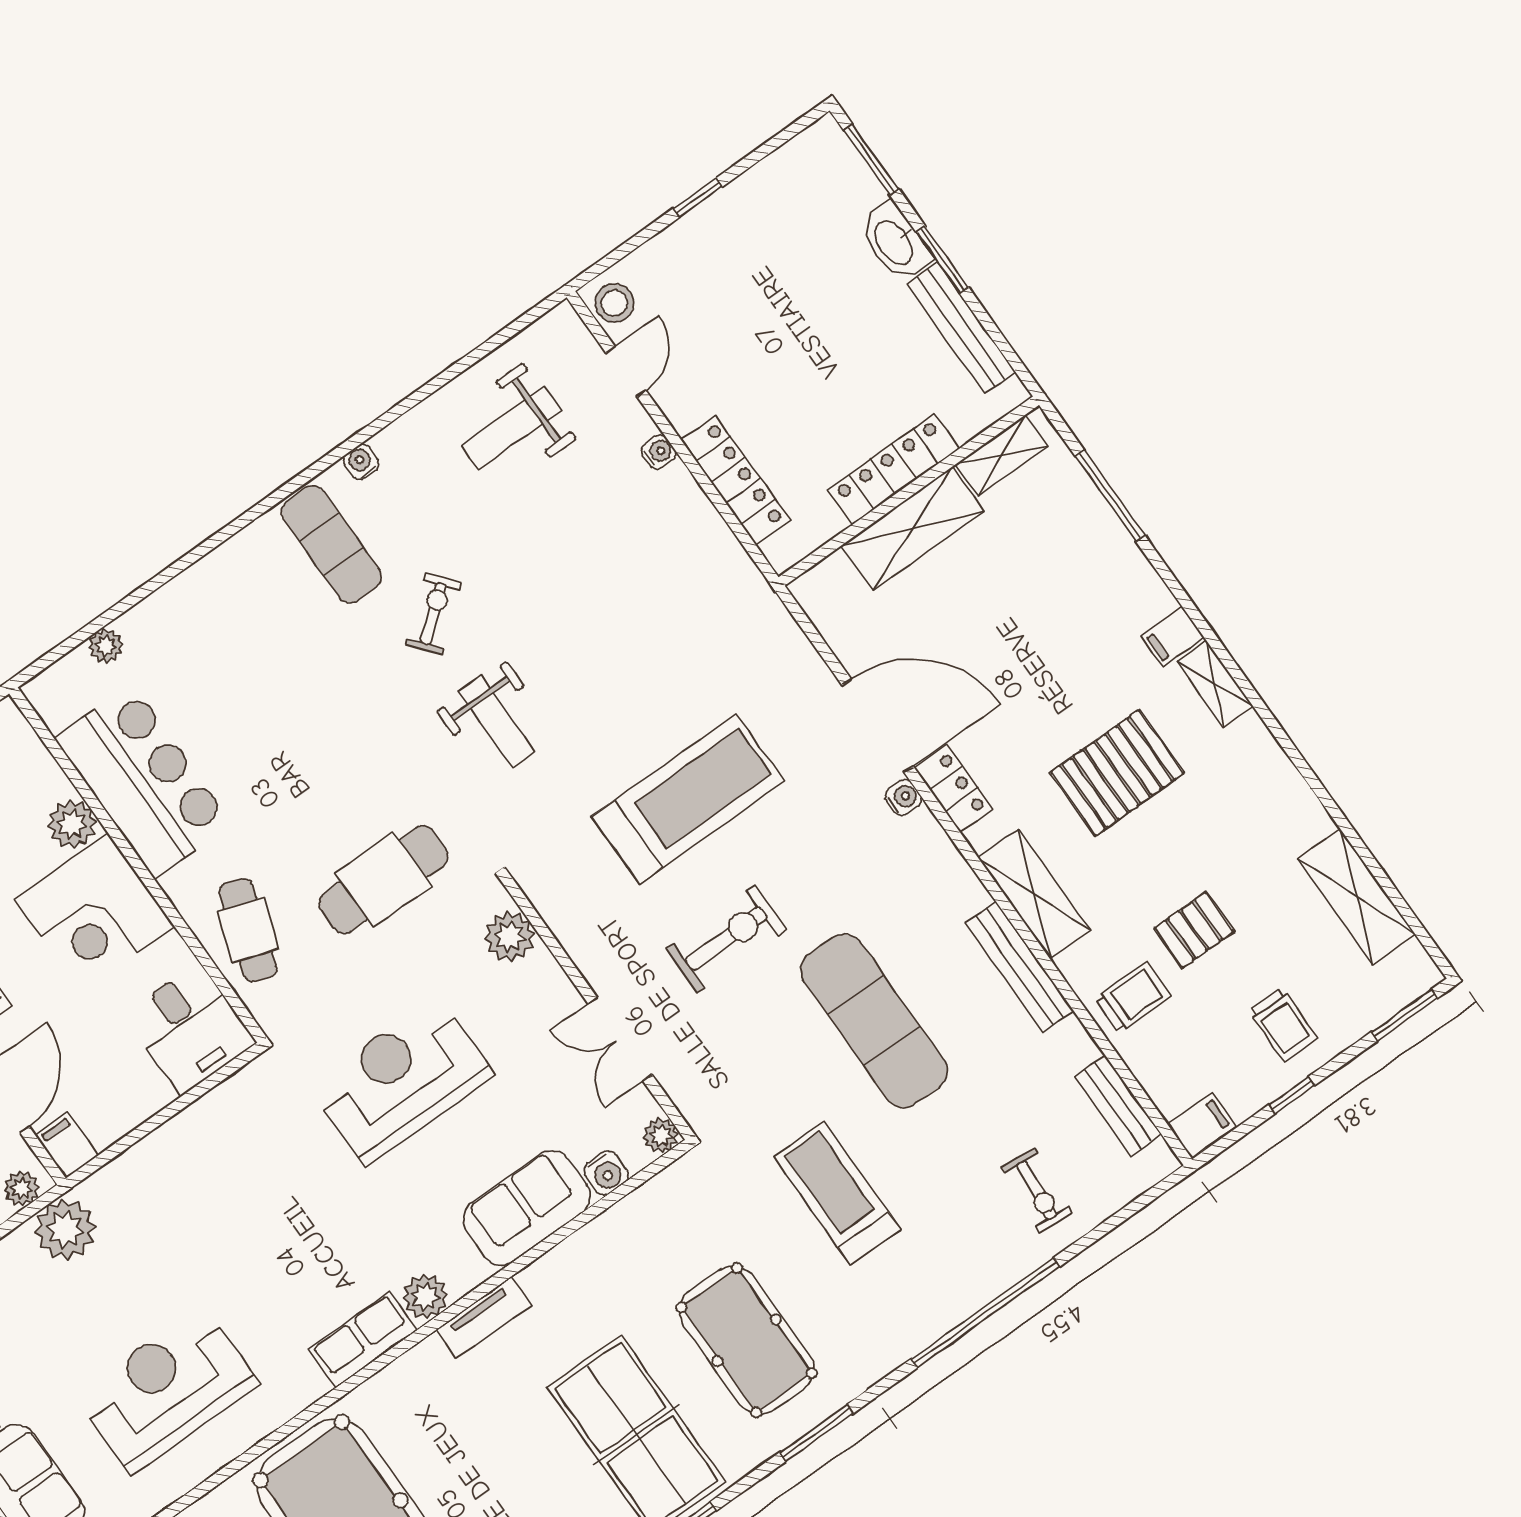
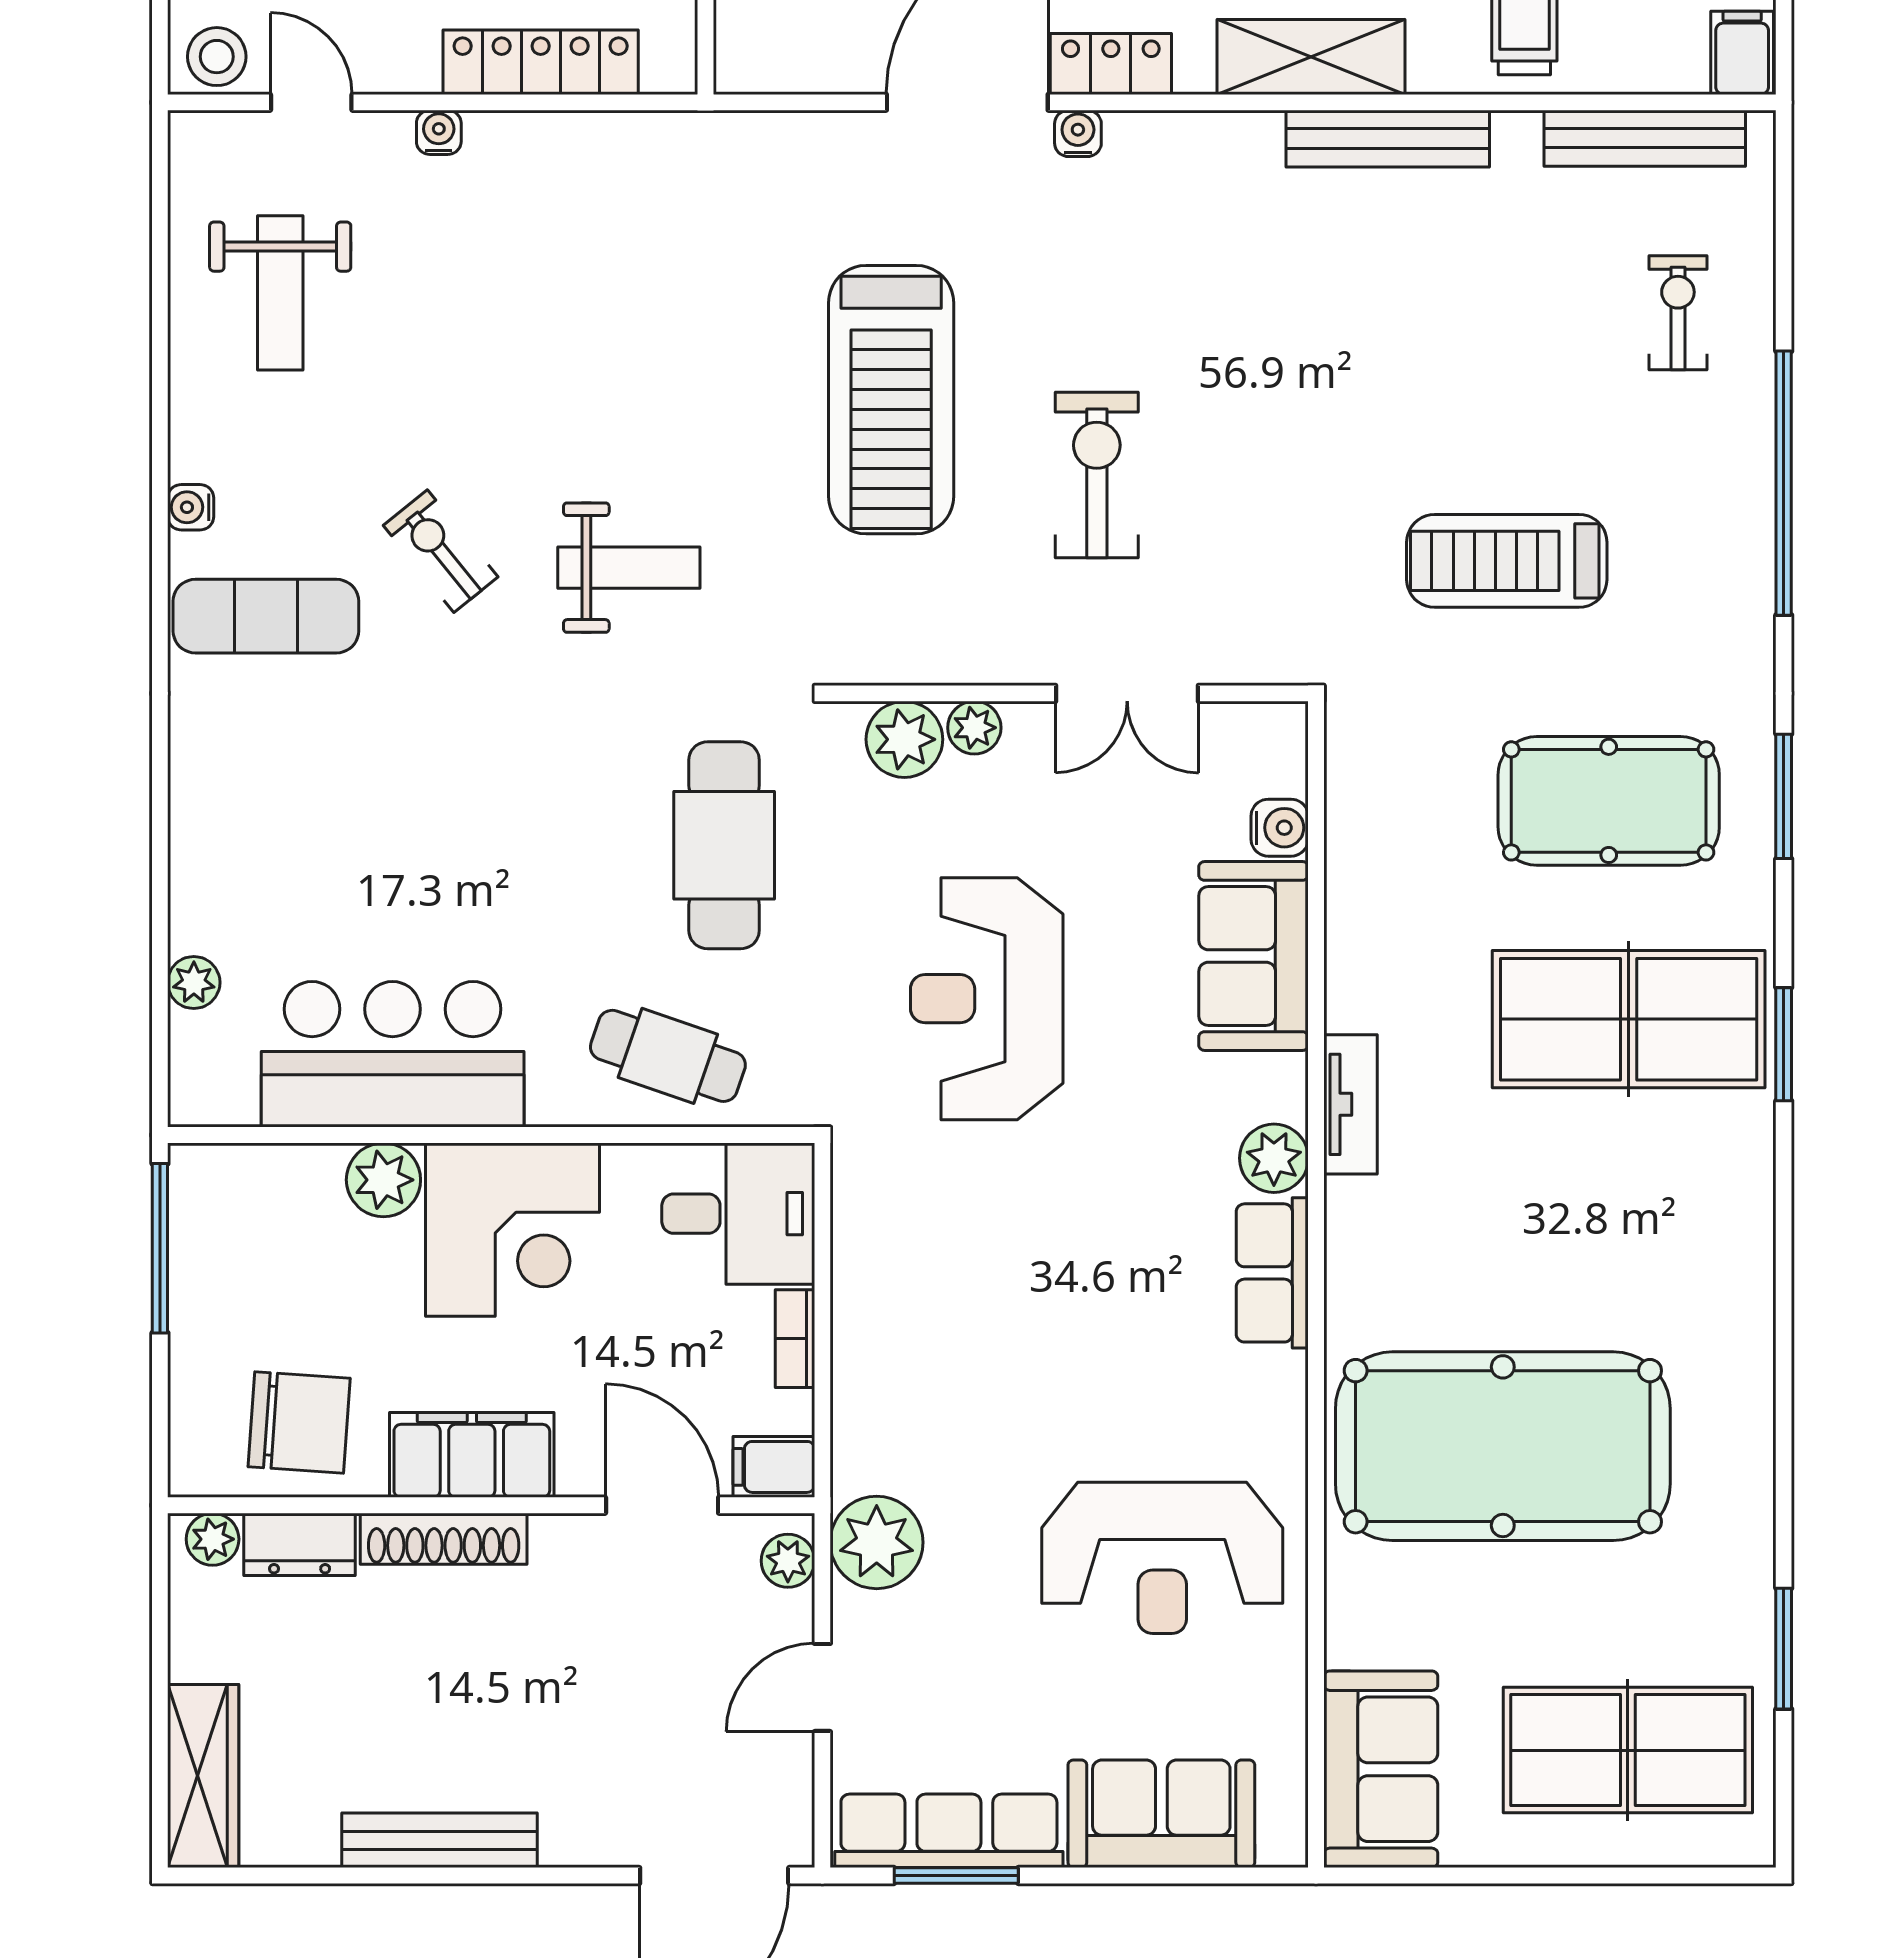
treadmill: (688, 799) -> (891, 400), turned 180
exercise mat: (874, 1021) -> (1327, 365), removed
bench: (1118, 1105) -> (1645, 138), width x1.36
bookcase: (144, 1107) -> (795, 1339), added
plant: (661, 1136) -> (974, 728), moved
exercise bike: (1037, 1190) -> (1678, 313), turned -95
reception desk: (167, 1390) -> (1162, 1558), turned -90

